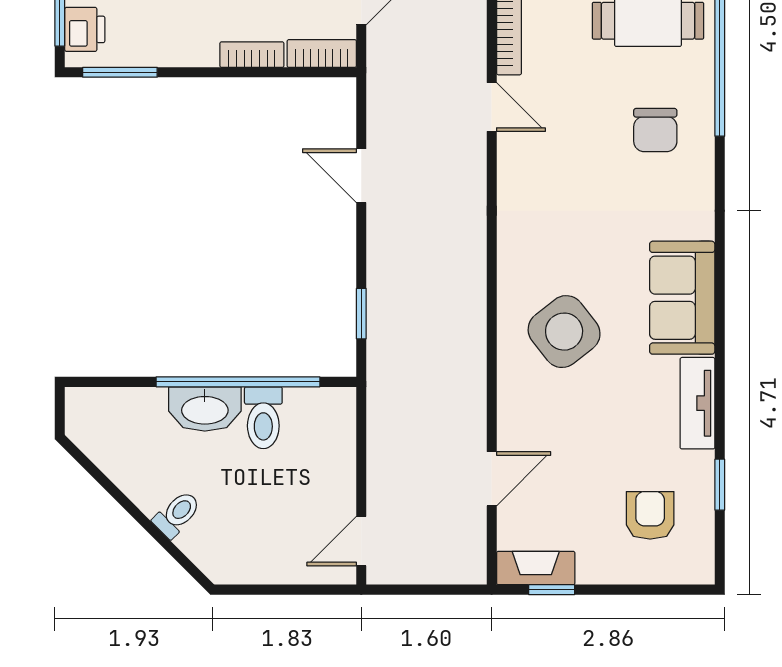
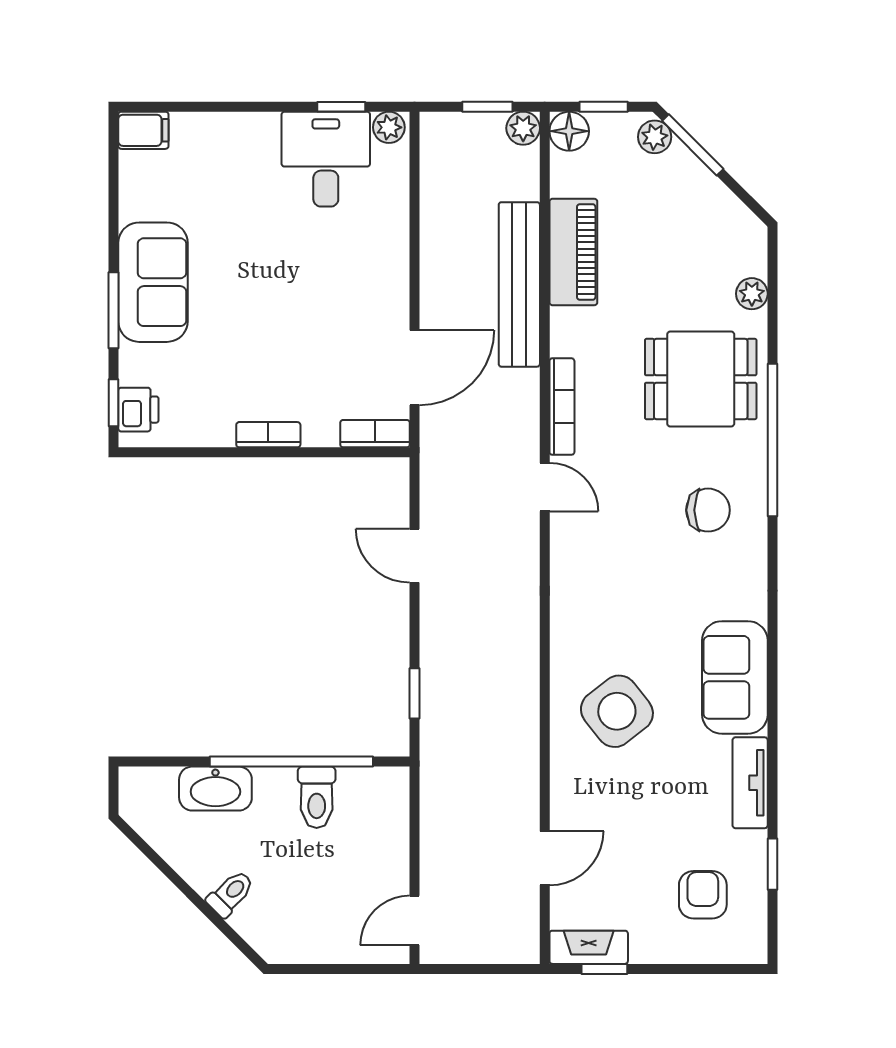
bookcase: (252, 55) -> (268, 435), moved
window: (120, 72) -> (174, 452), removed
chair: (655, 130) -> (708, 510), turned -90
washbasin: (205, 409) -> (215, 789), moved

